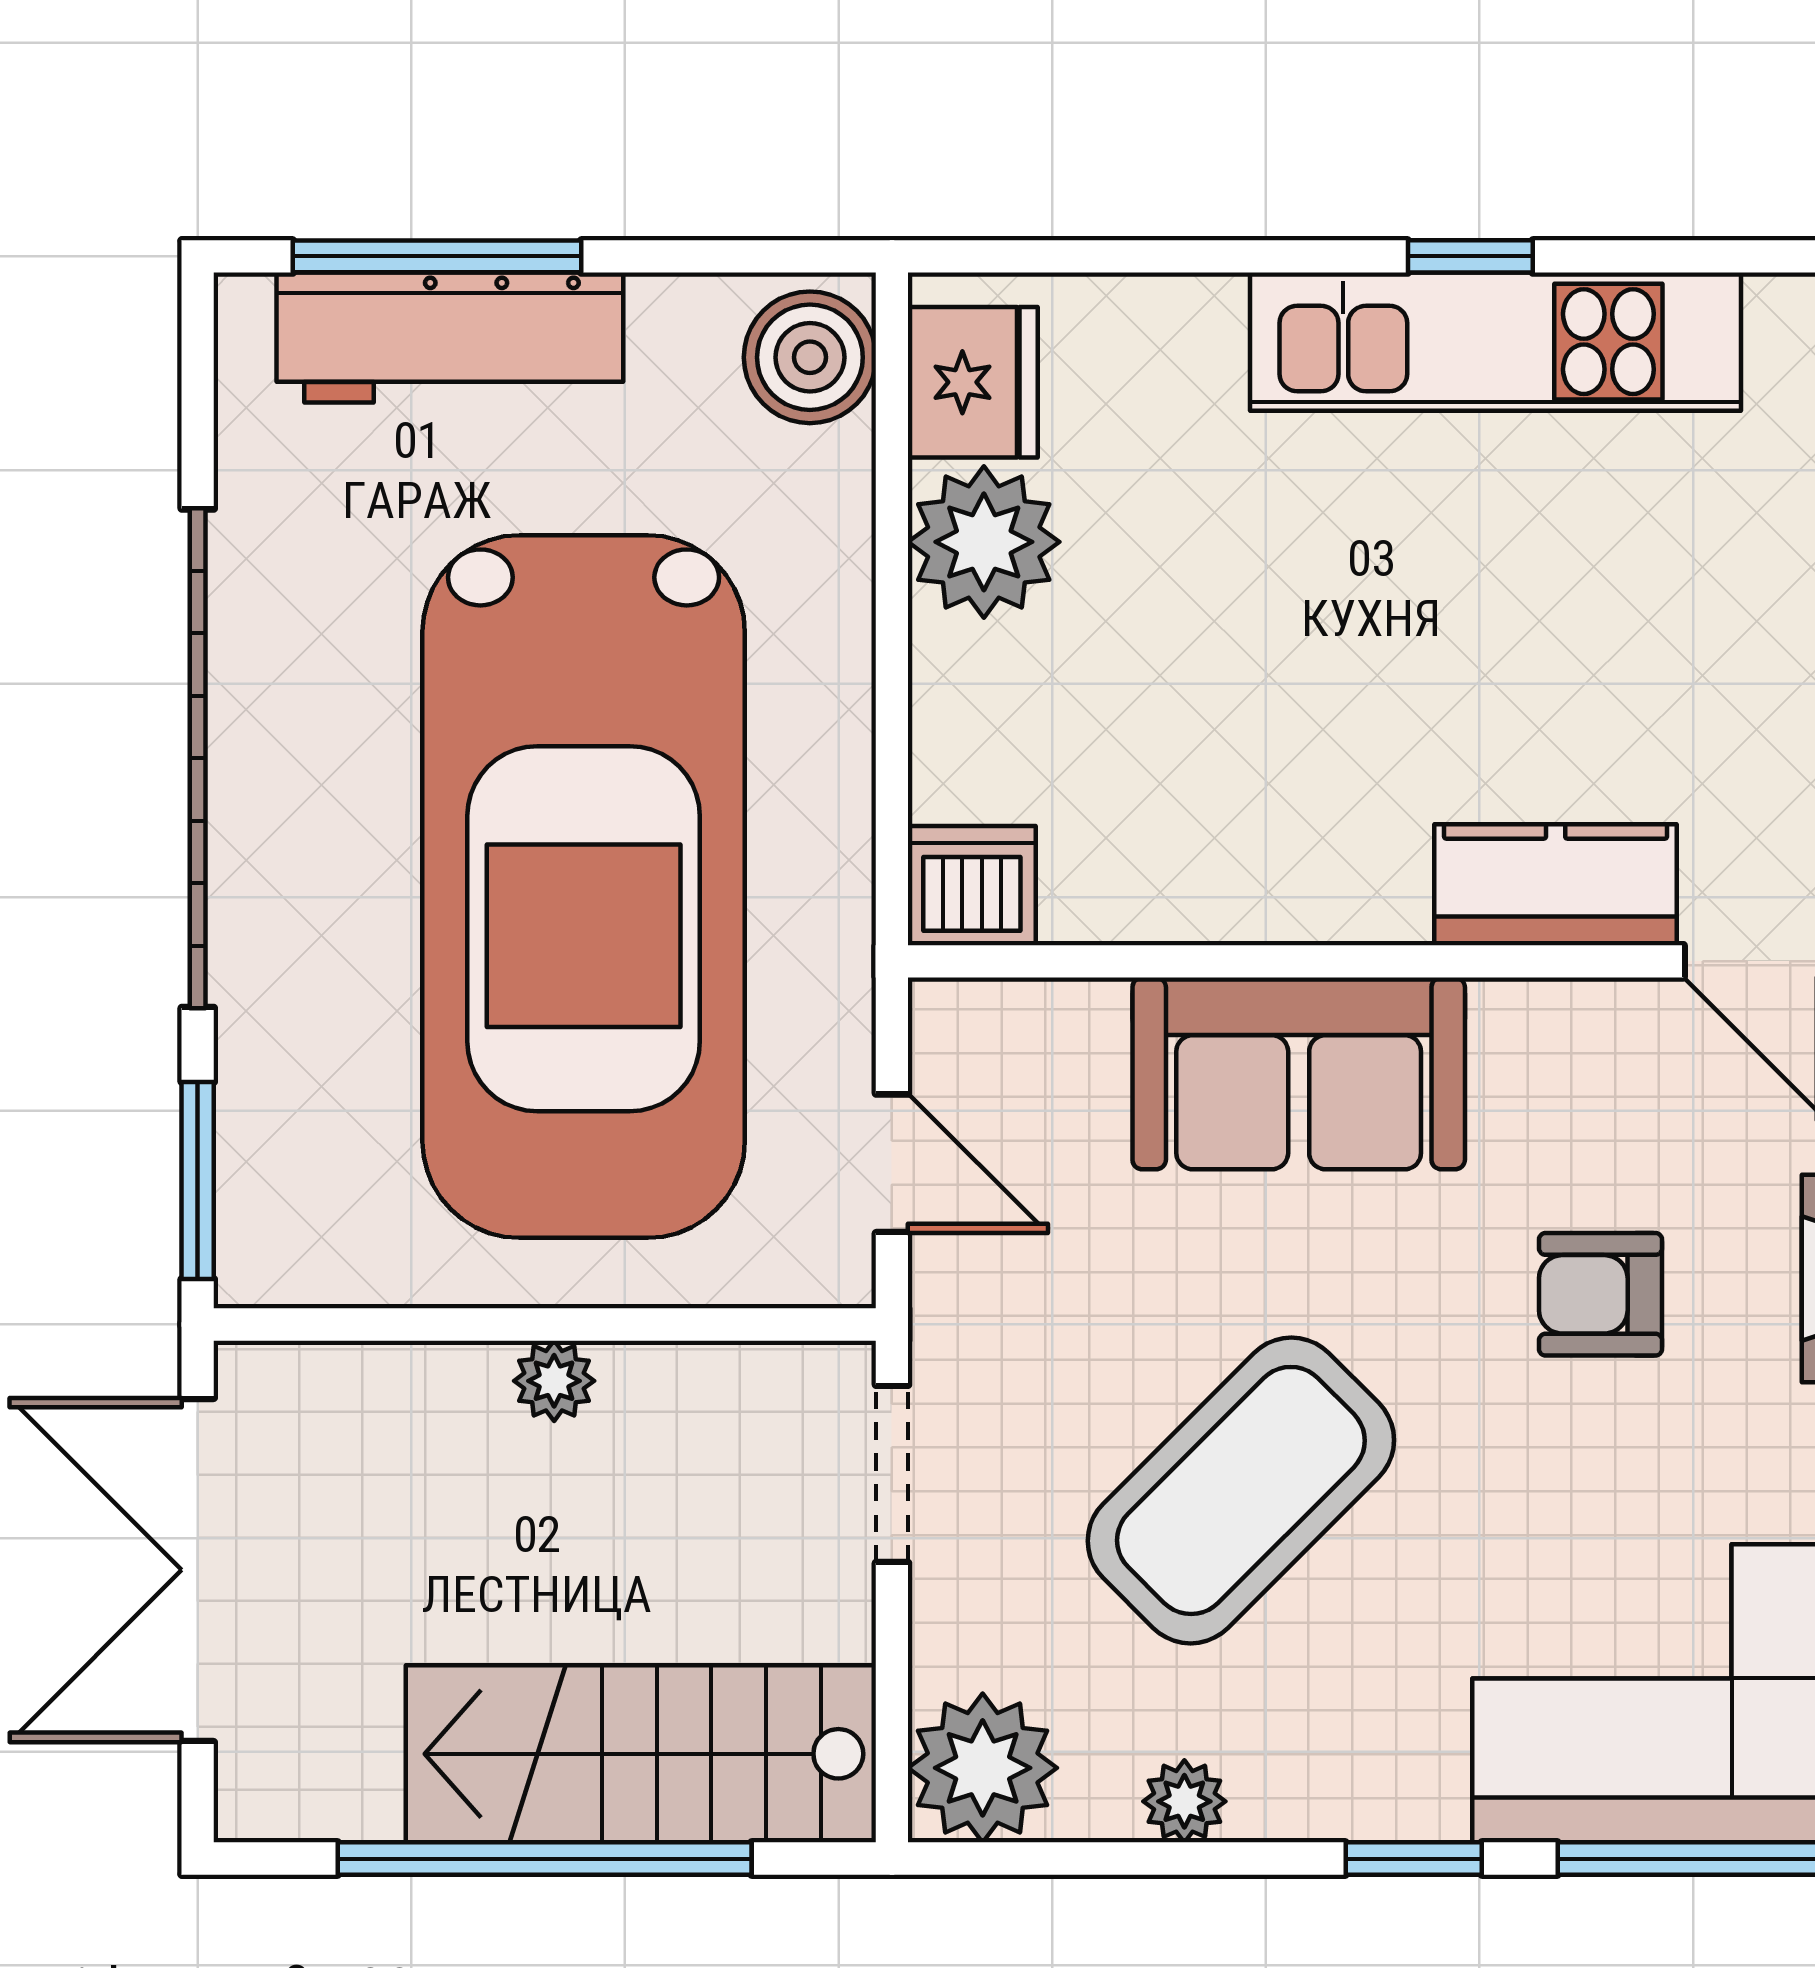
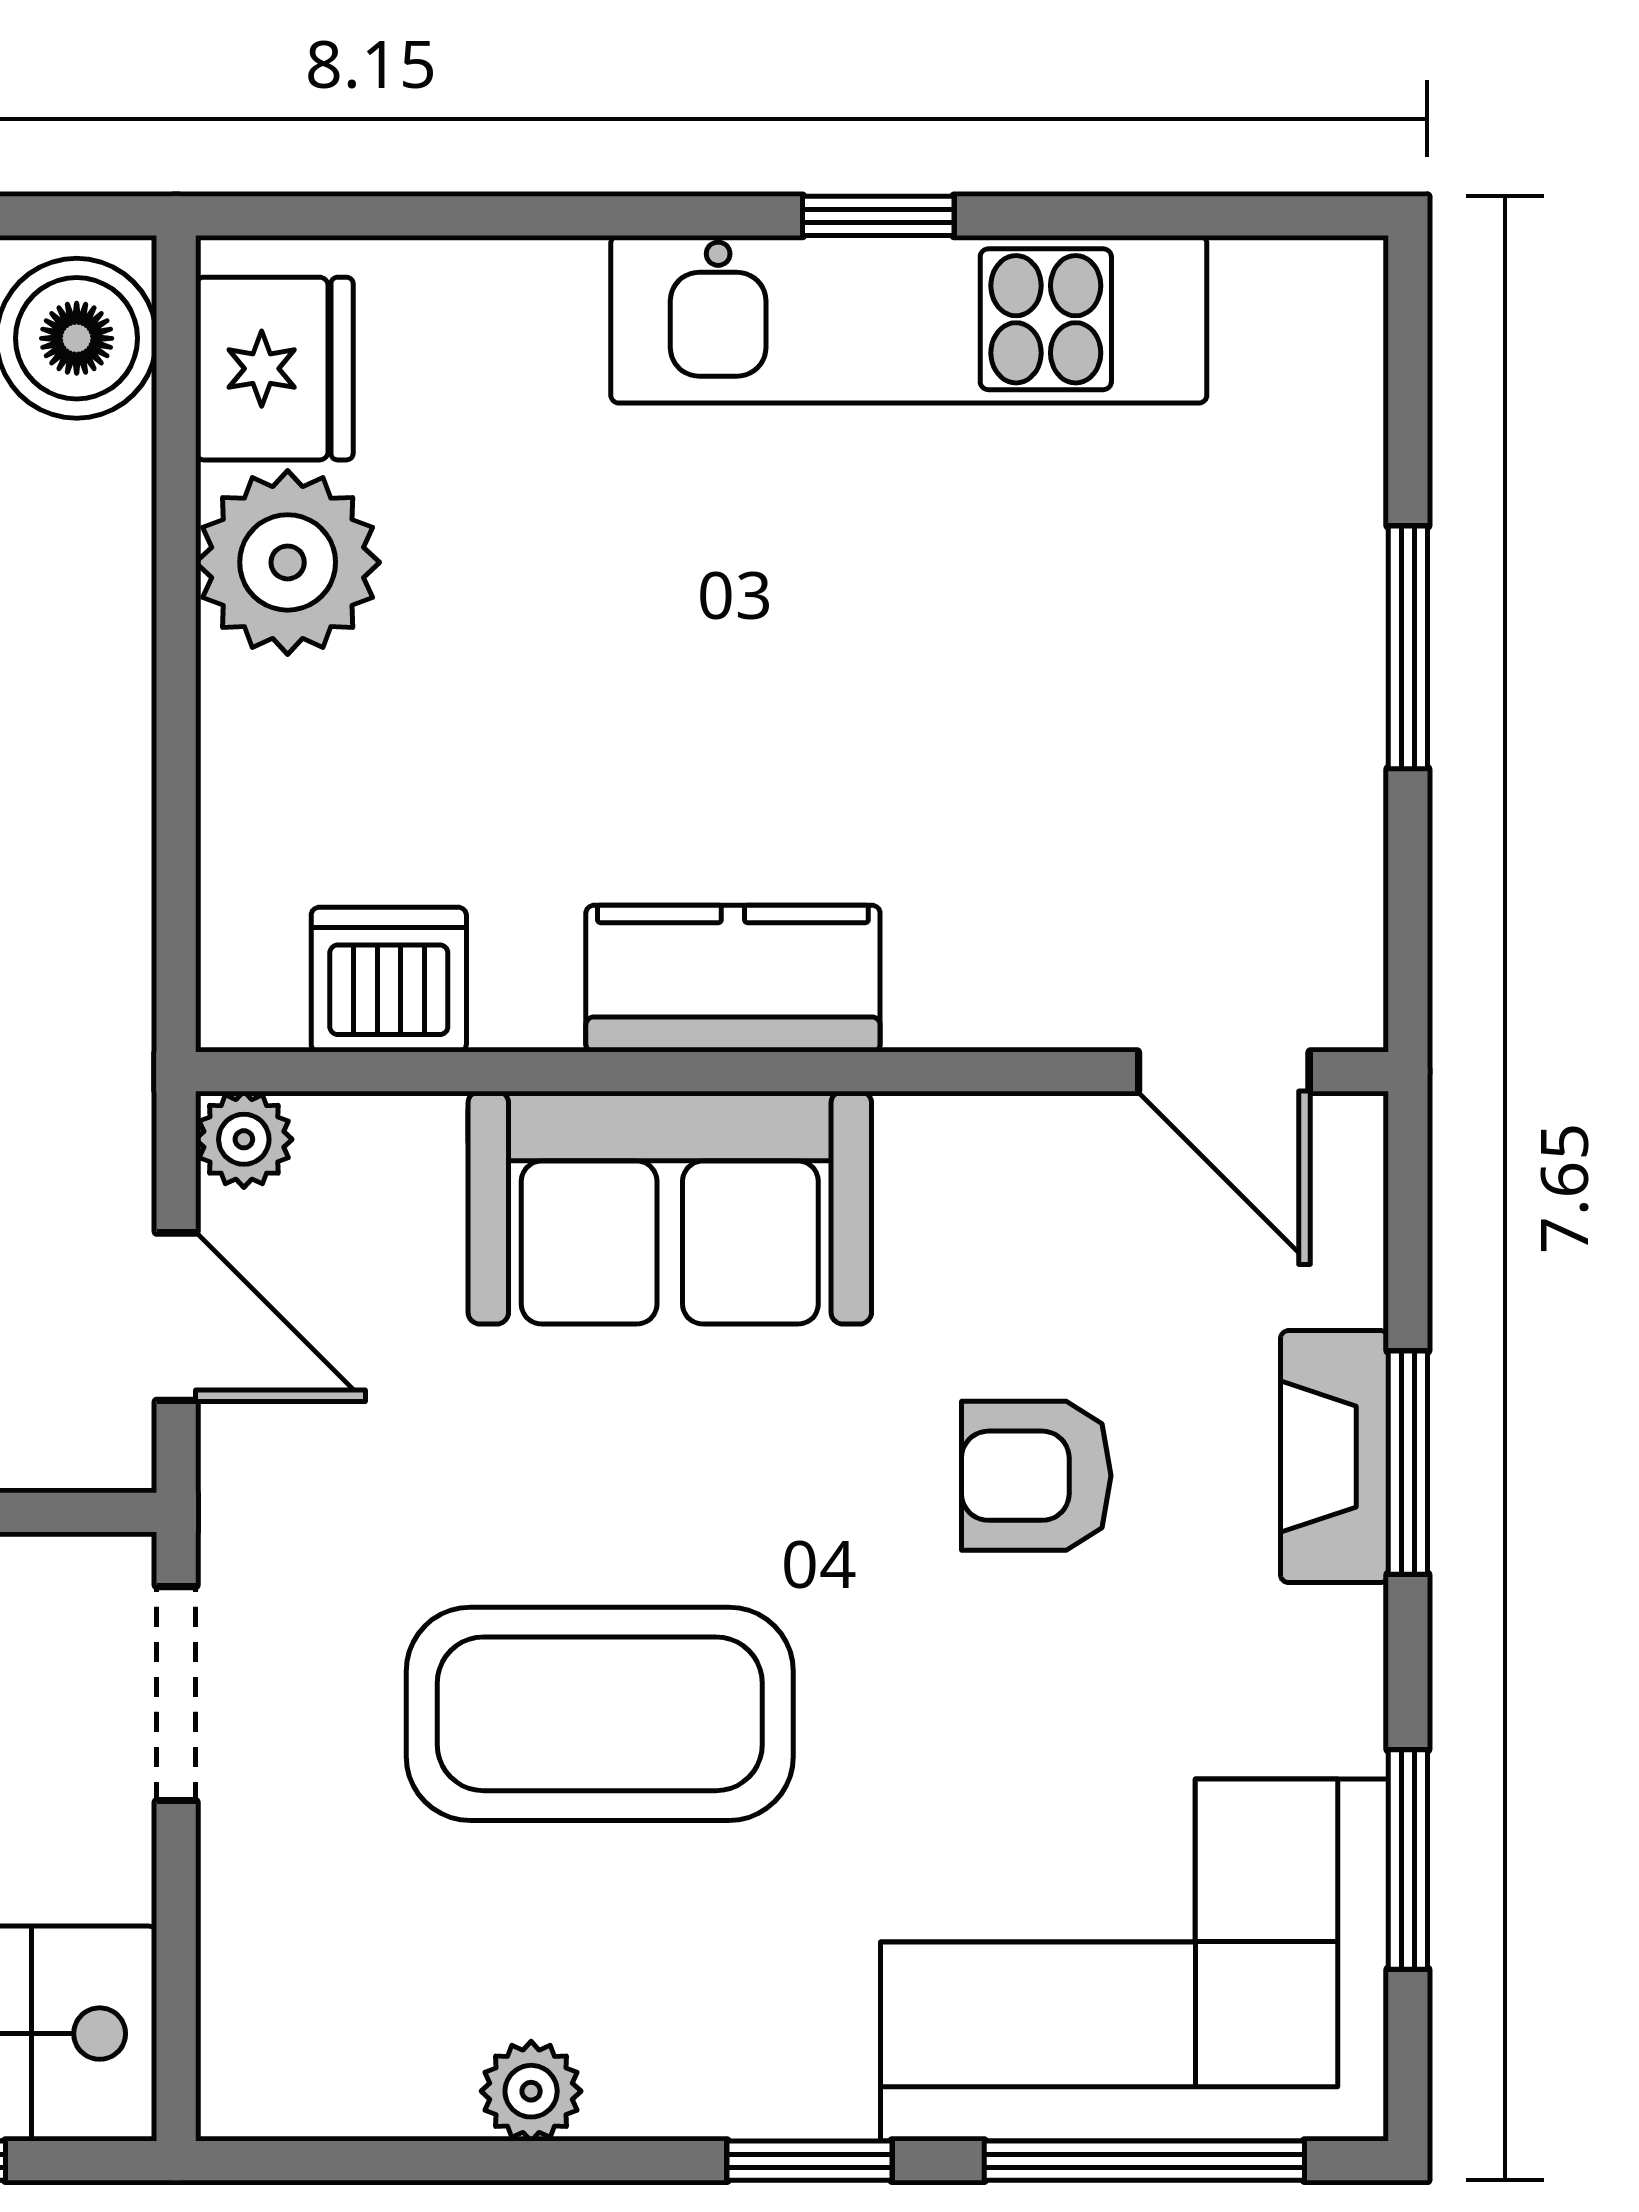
kitchen counter: (1556, 885) -> (733, 979), moved
dishwasher: (972, 886) -> (389, 980), moved
coffee table: (1241, 1490) -> (600, 1714), turned 45
plant: (983, 1768) -> (244, 1139), moved, width x0.53, depth x0.53

